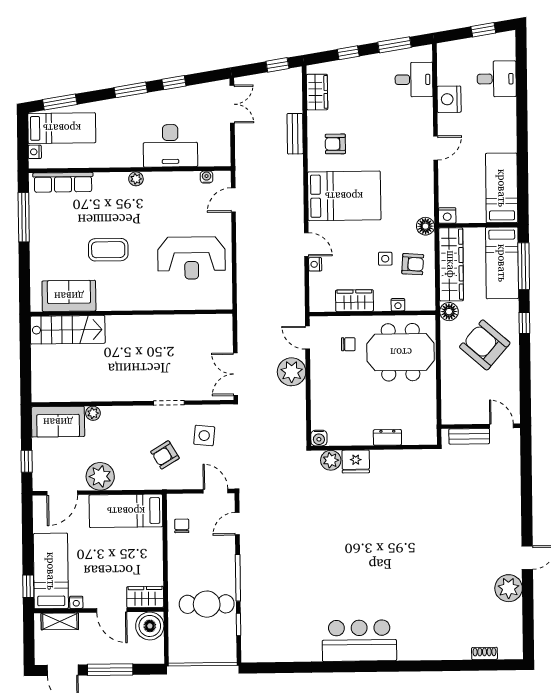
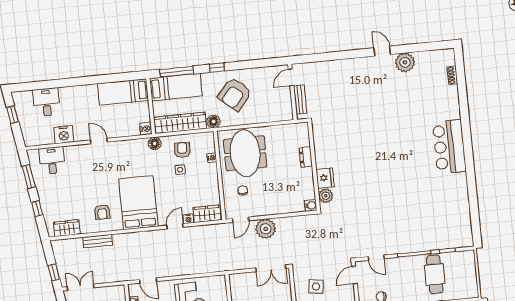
window: (277, 65) -> (54, 272), moved
wardrobe: (355, 301) -> (207, 214), moved, turned 90
bar counter: (359, 641) -> (449, 147), moved

